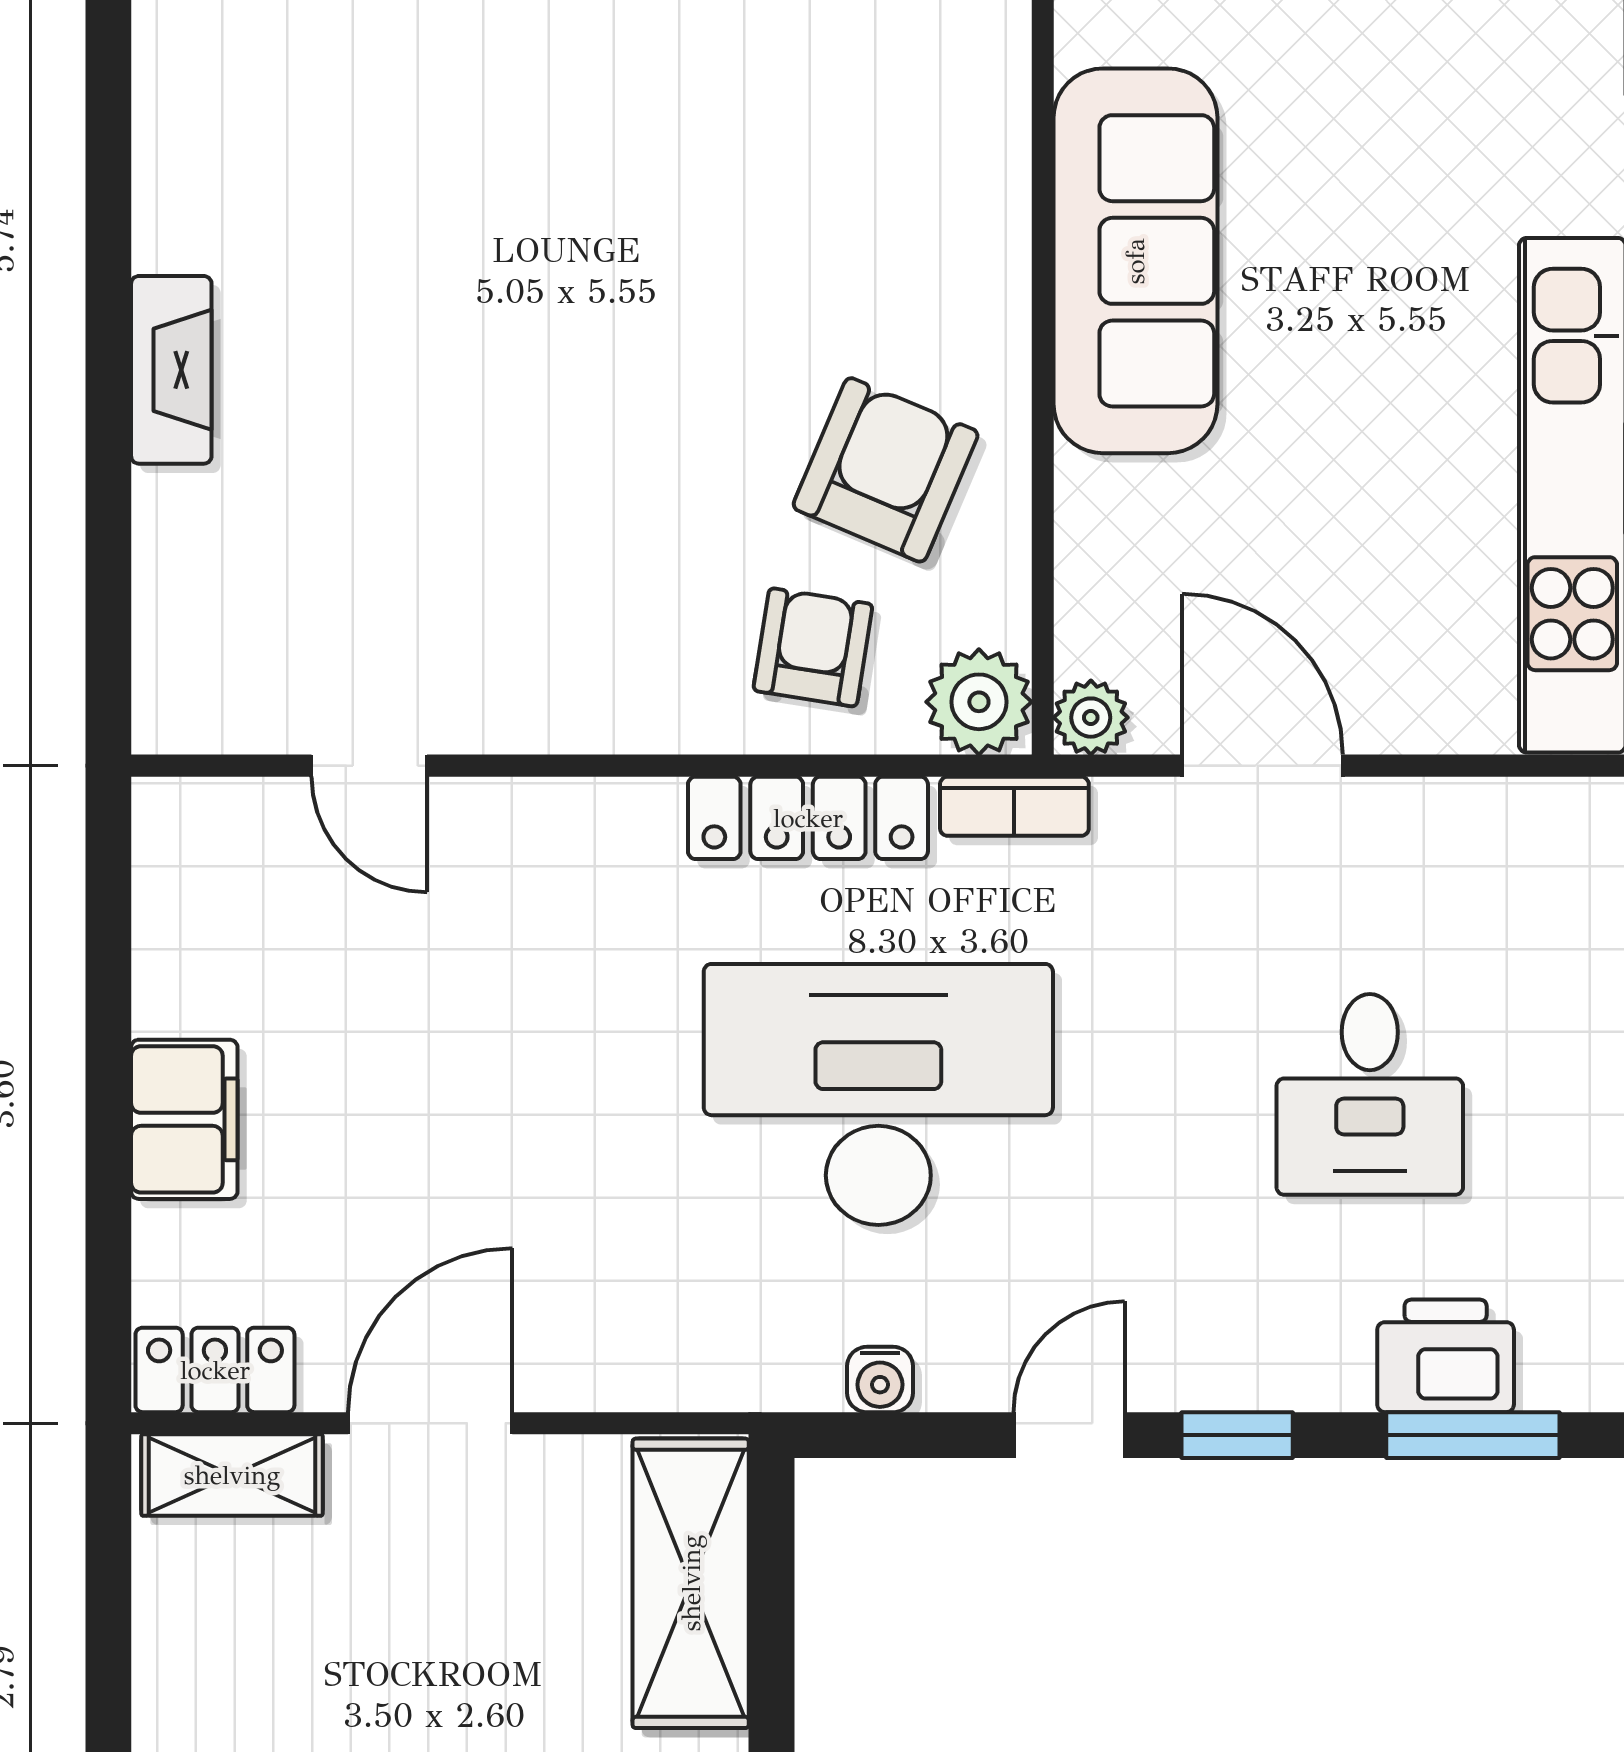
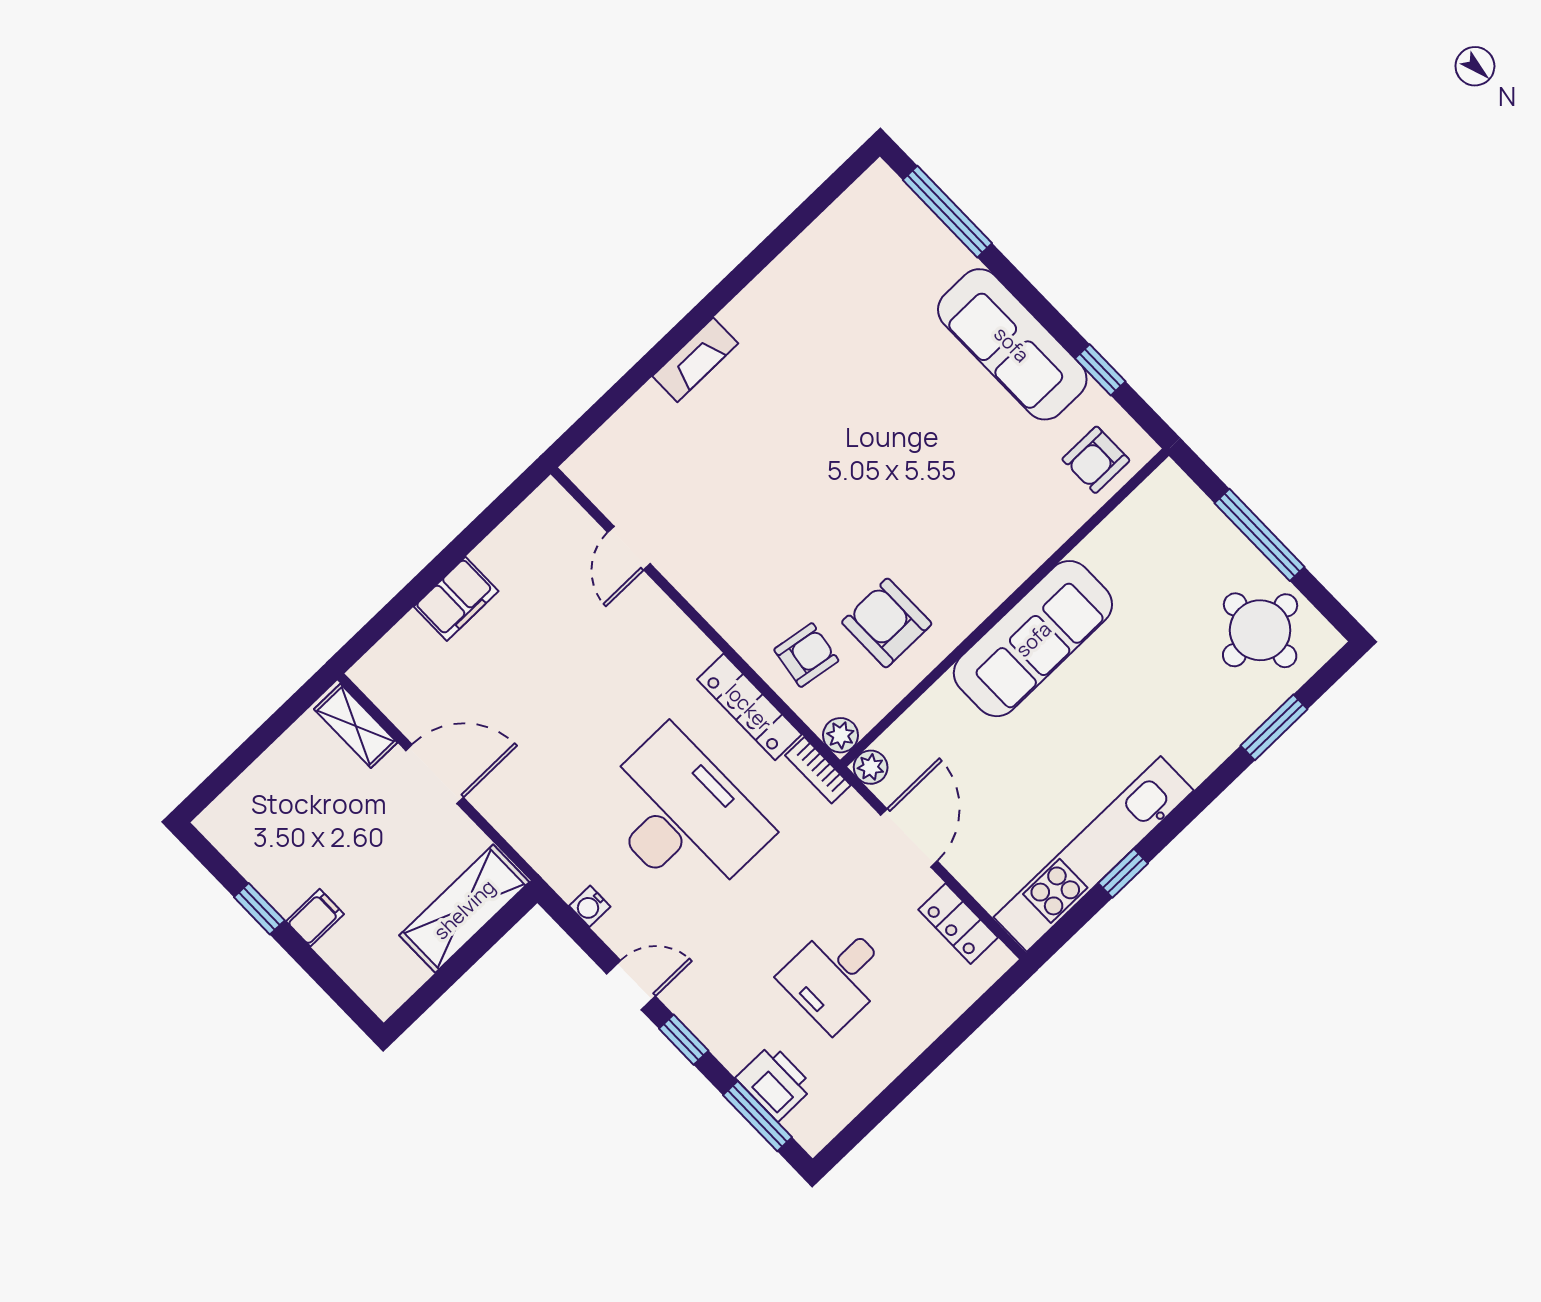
armchair: (886, 470) -> (887, 623), turned -113
plant: (979, 702) -> (841, 735), width x0.73, depth x0.73
locker: (215, 1370) -> (958, 924), moved, turned 180

